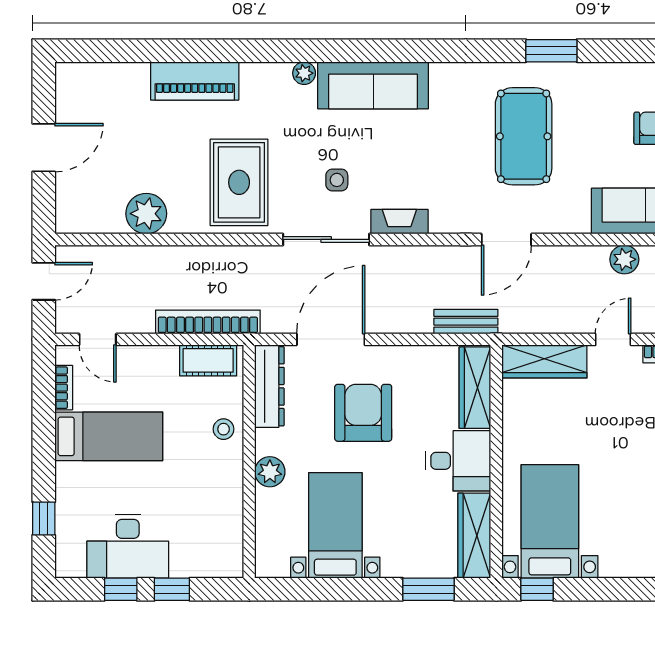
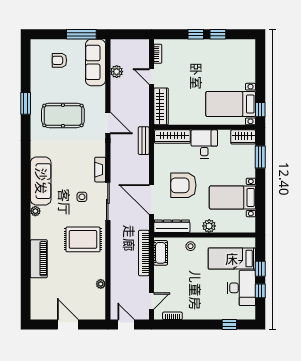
plant: (146, 214) -> (101, 284), width x0.53, depth x0.53
bed: (109, 436) -> (232, 259), moved, turned -90
wardrobe: (474, 536) -> (243, 137), width x0.67

